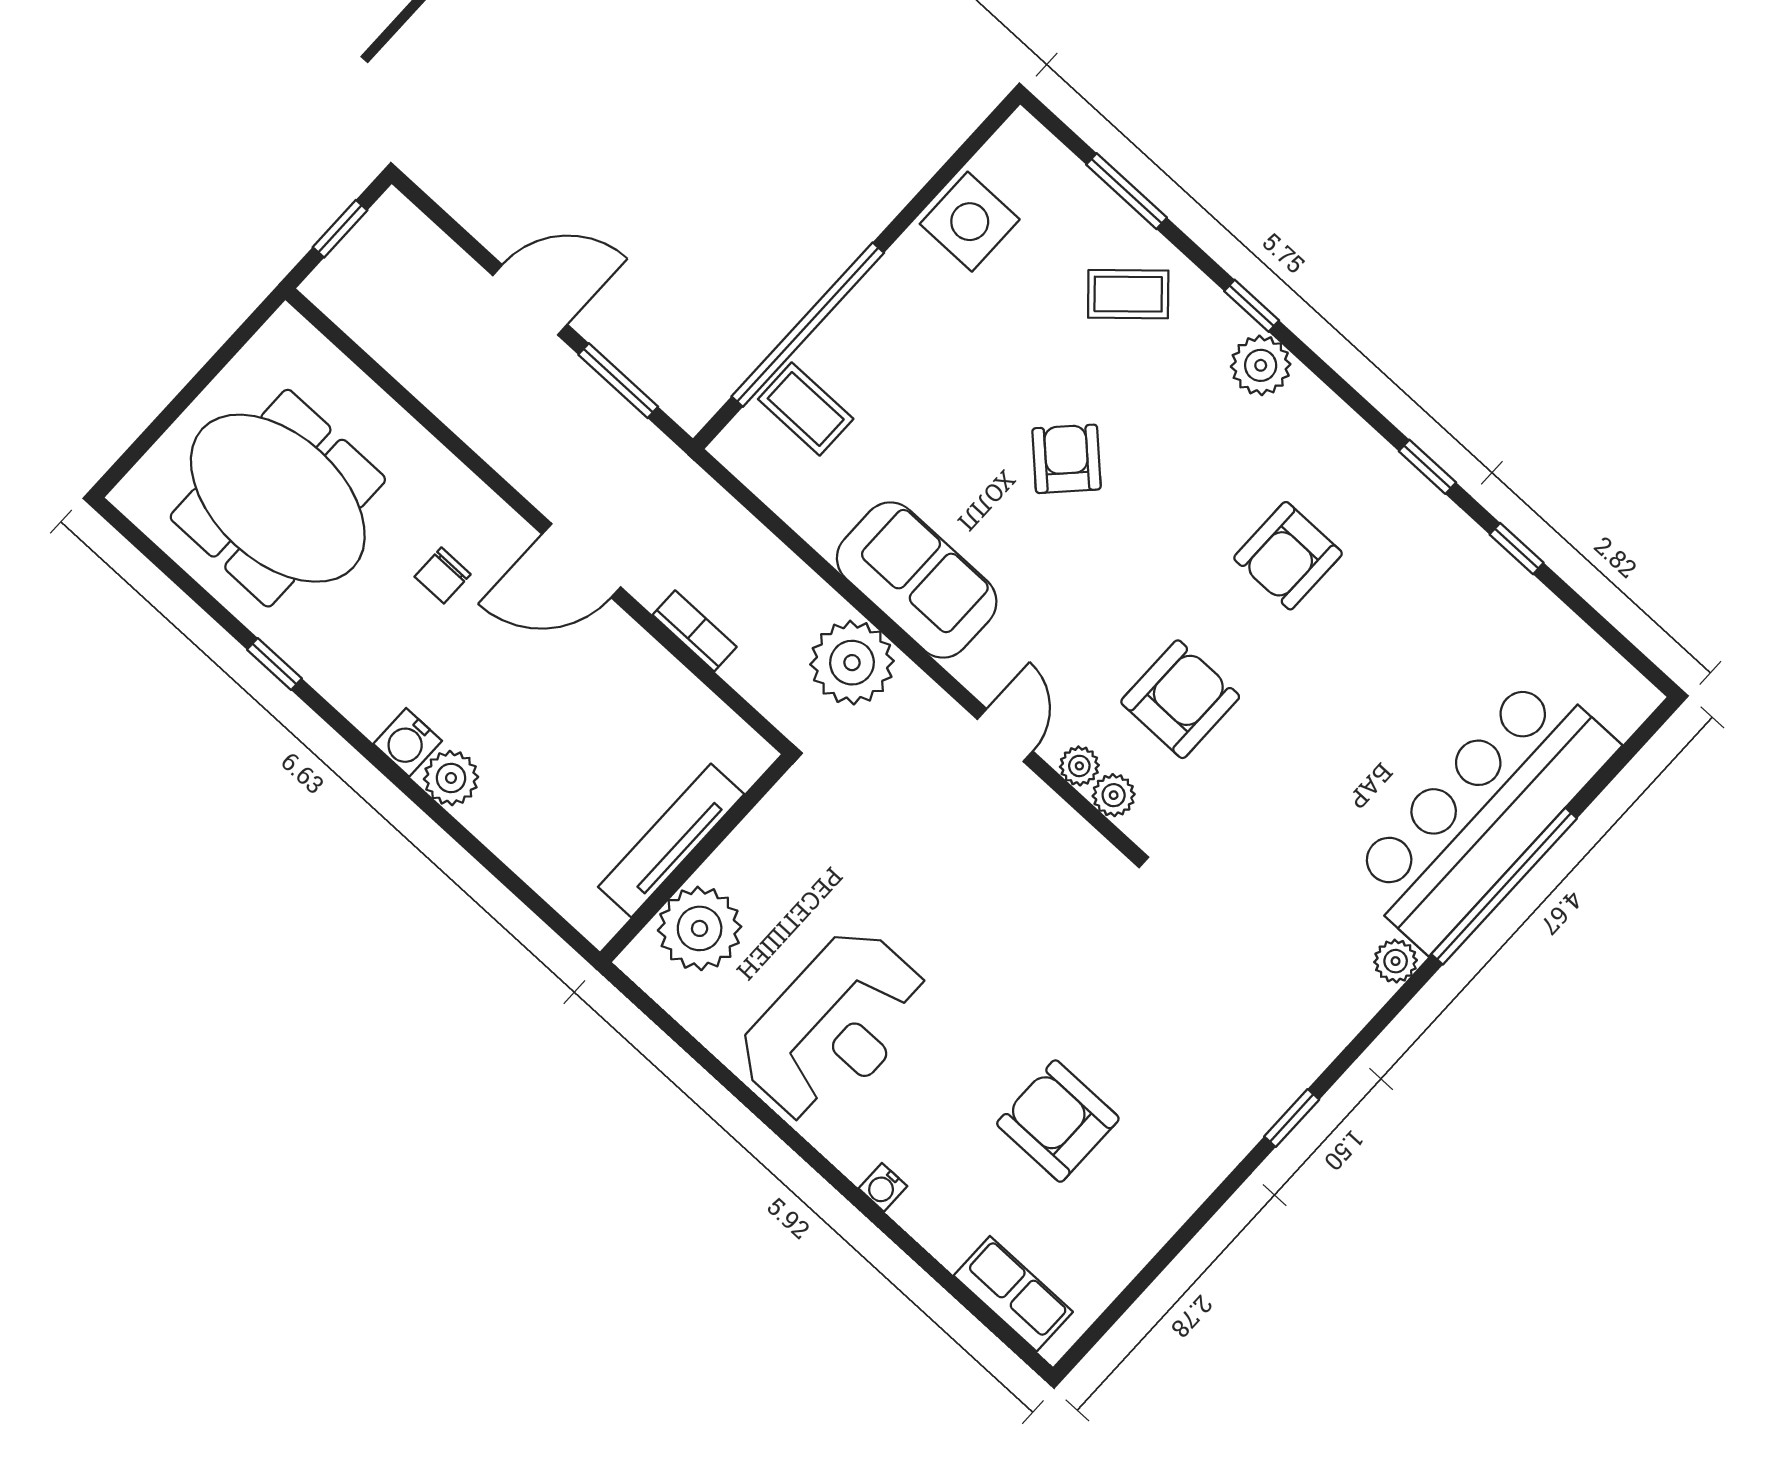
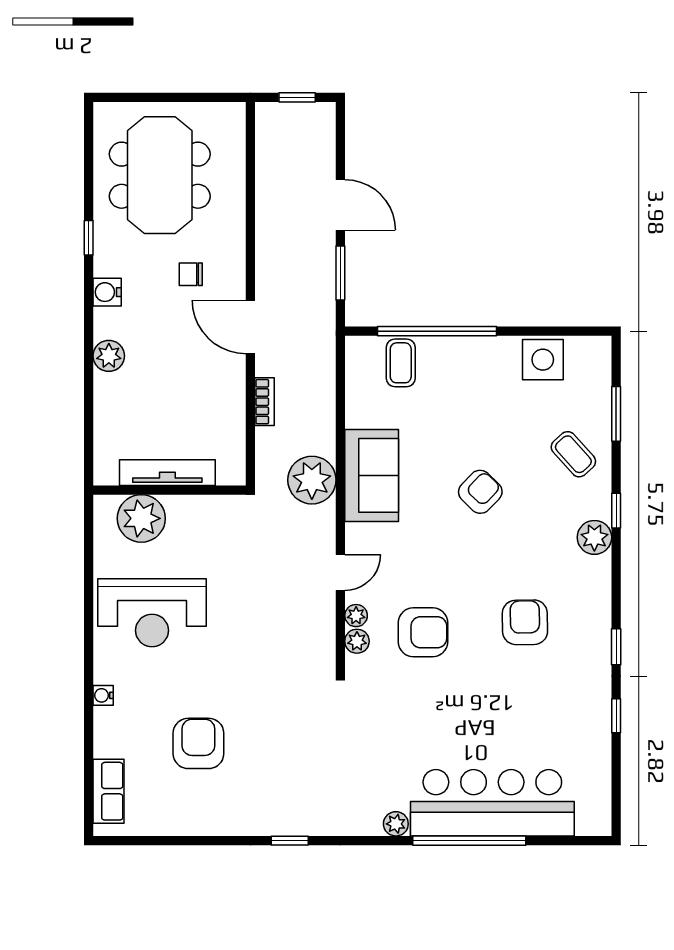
armchair: (1288, 556) -> (525, 622), turned 89
water cooler: (408, 742) -> (107, 292), moved

